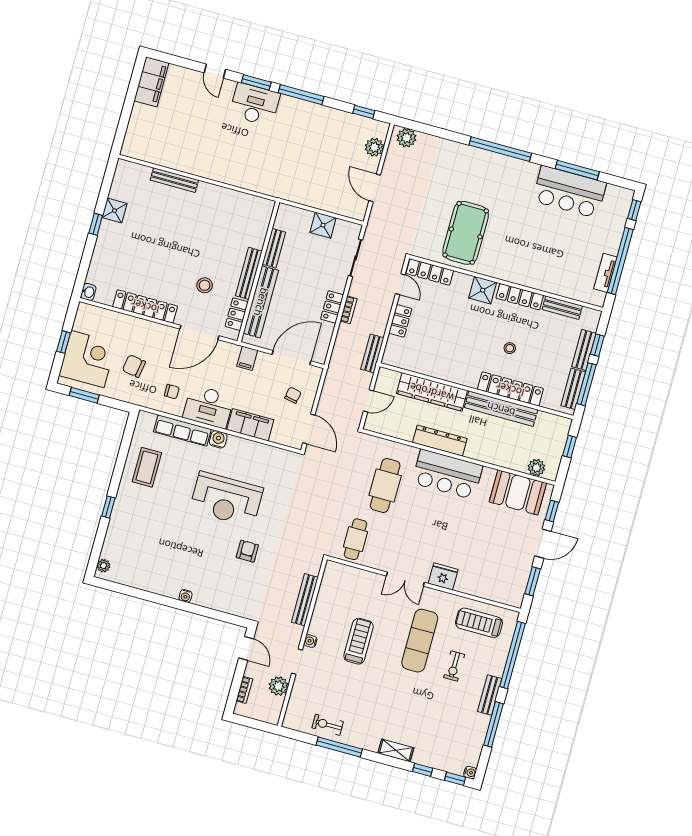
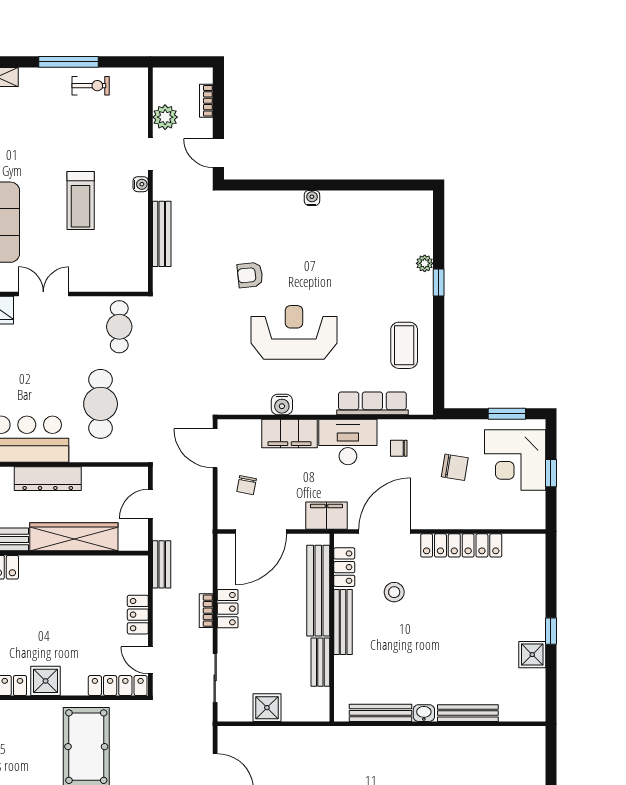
bench: (239, 198) -> (381, 713), added
washbasin: (88, 292) -> (424, 713), moved, turned 90
filing cabinet: (247, 358) -> (327, 516), width x2.00
water cooler: (218, 439) -> (282, 405), moved
armchair: (247, 551) -> (250, 275), turned 84
plant: (103, 566) -> (425, 263), moved

